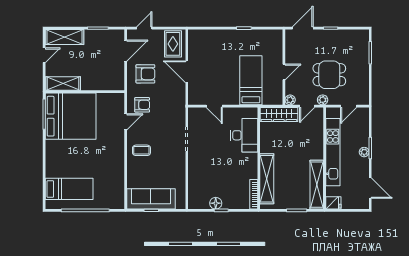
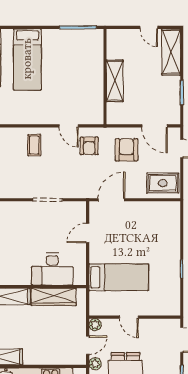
door: (187, 72) -> (112, 200), moved
armchair: (145, 74) -> (127, 150), turned 180
shelving: (63, 84) -> (115, 81), moved
door: (307, 106) -> (88, 345), swing flipped
wardrobe: (279, 114) -> (54, 297), moved, turned -90
bed: (71, 116) -> (27, 59), moved, width x0.49

